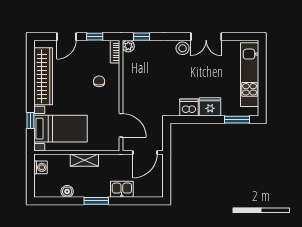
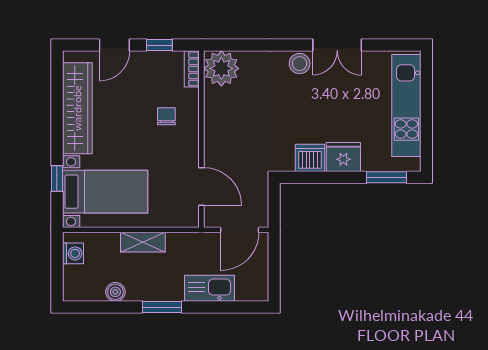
window: (141, 37) -> (234, 45), removed
plant: (128, 46) -> (221, 68), width x1.87, depth x1.87
kitchen sink: (122, 189) -> (210, 288), width x1.38

